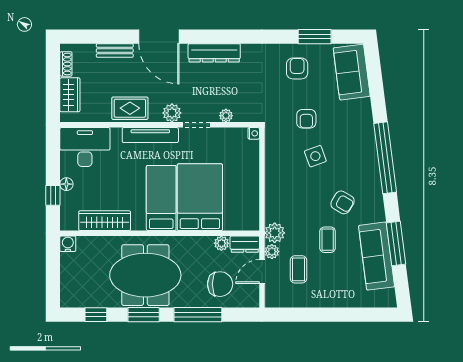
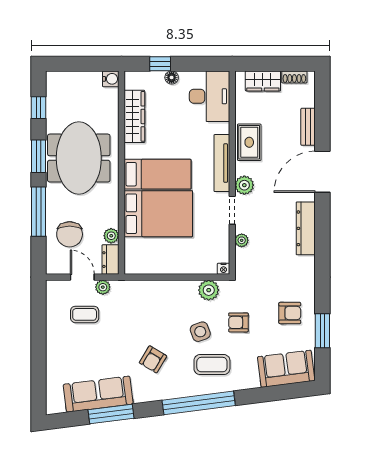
plant: (275, 233) -> (209, 290), moved
coffee table: (328, 240) -> (212, 365), moved, width x1.36, depth x1.30

